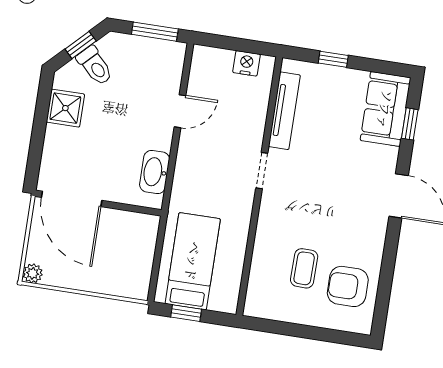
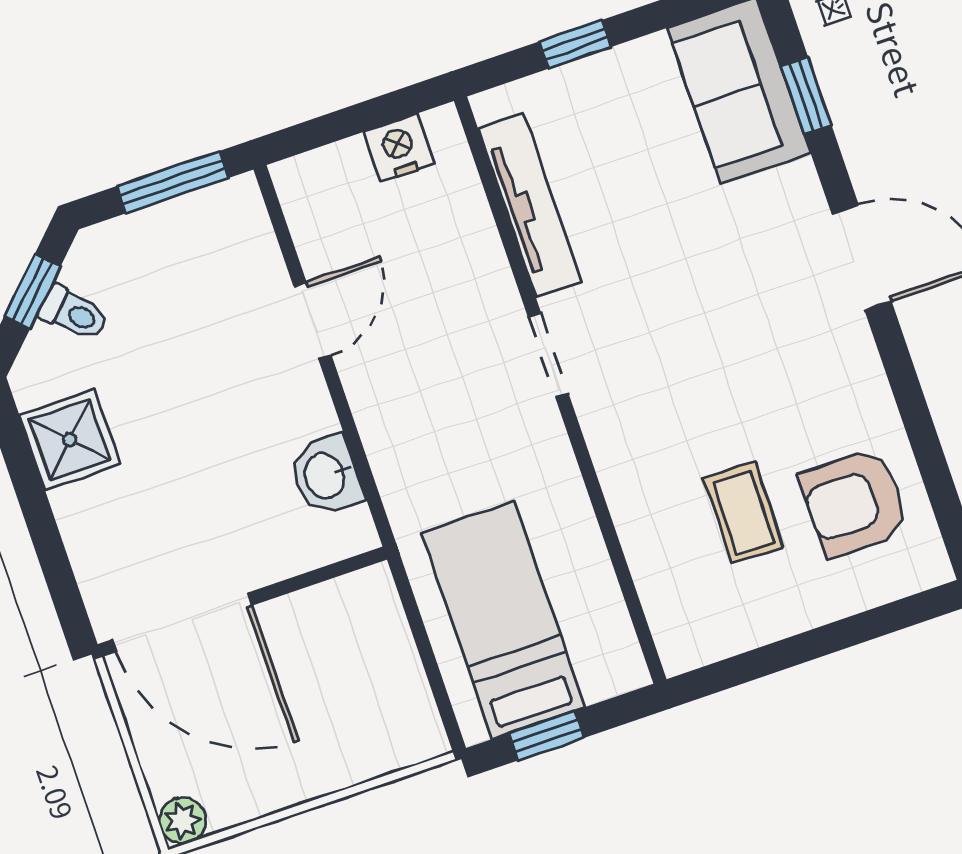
toilet: (95, 66) -> (74, 313), width x0.73, depth x0.72
washbasin: (155, 172) -> (326, 475), width x0.72

